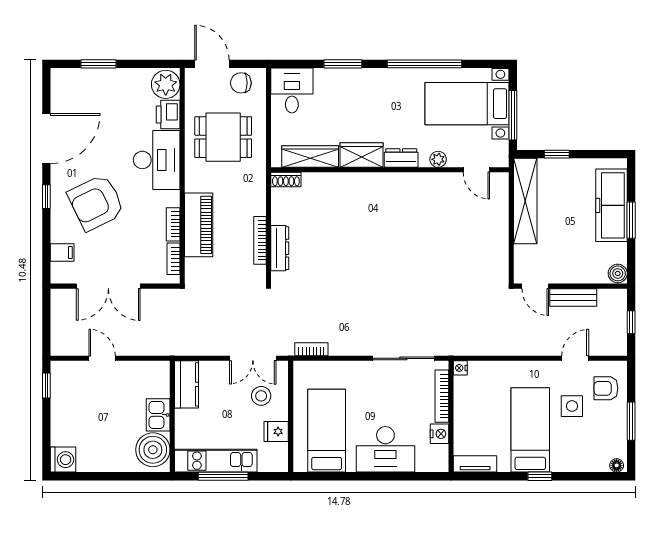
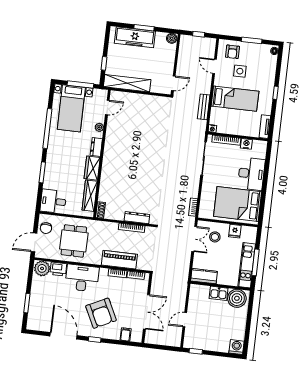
bench: (573, 297) -> (204, 107), moved
bed: (530, 430) -> (235, 99), moved, turned 180
bed: (327, 431) -> (238, 204), width x1.50

